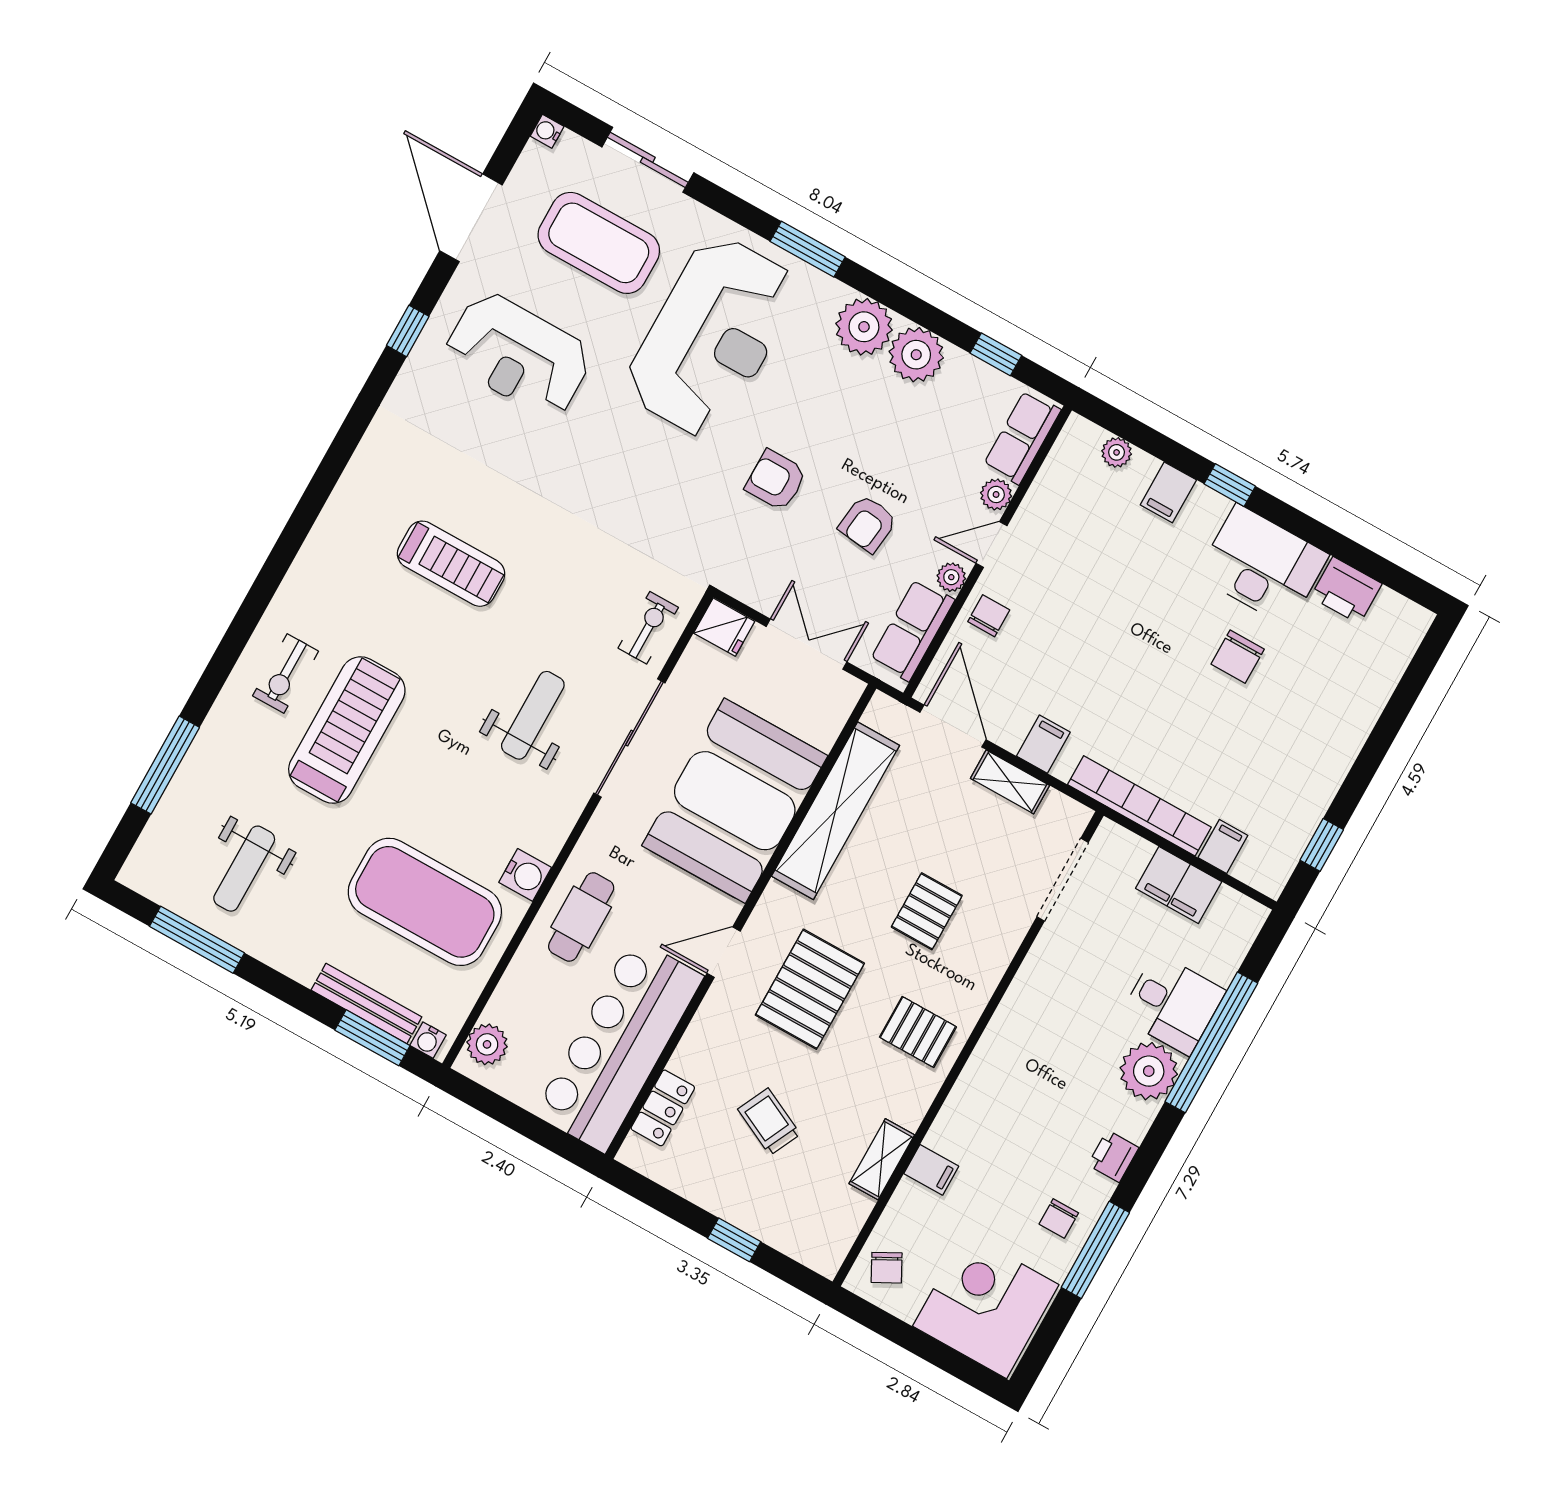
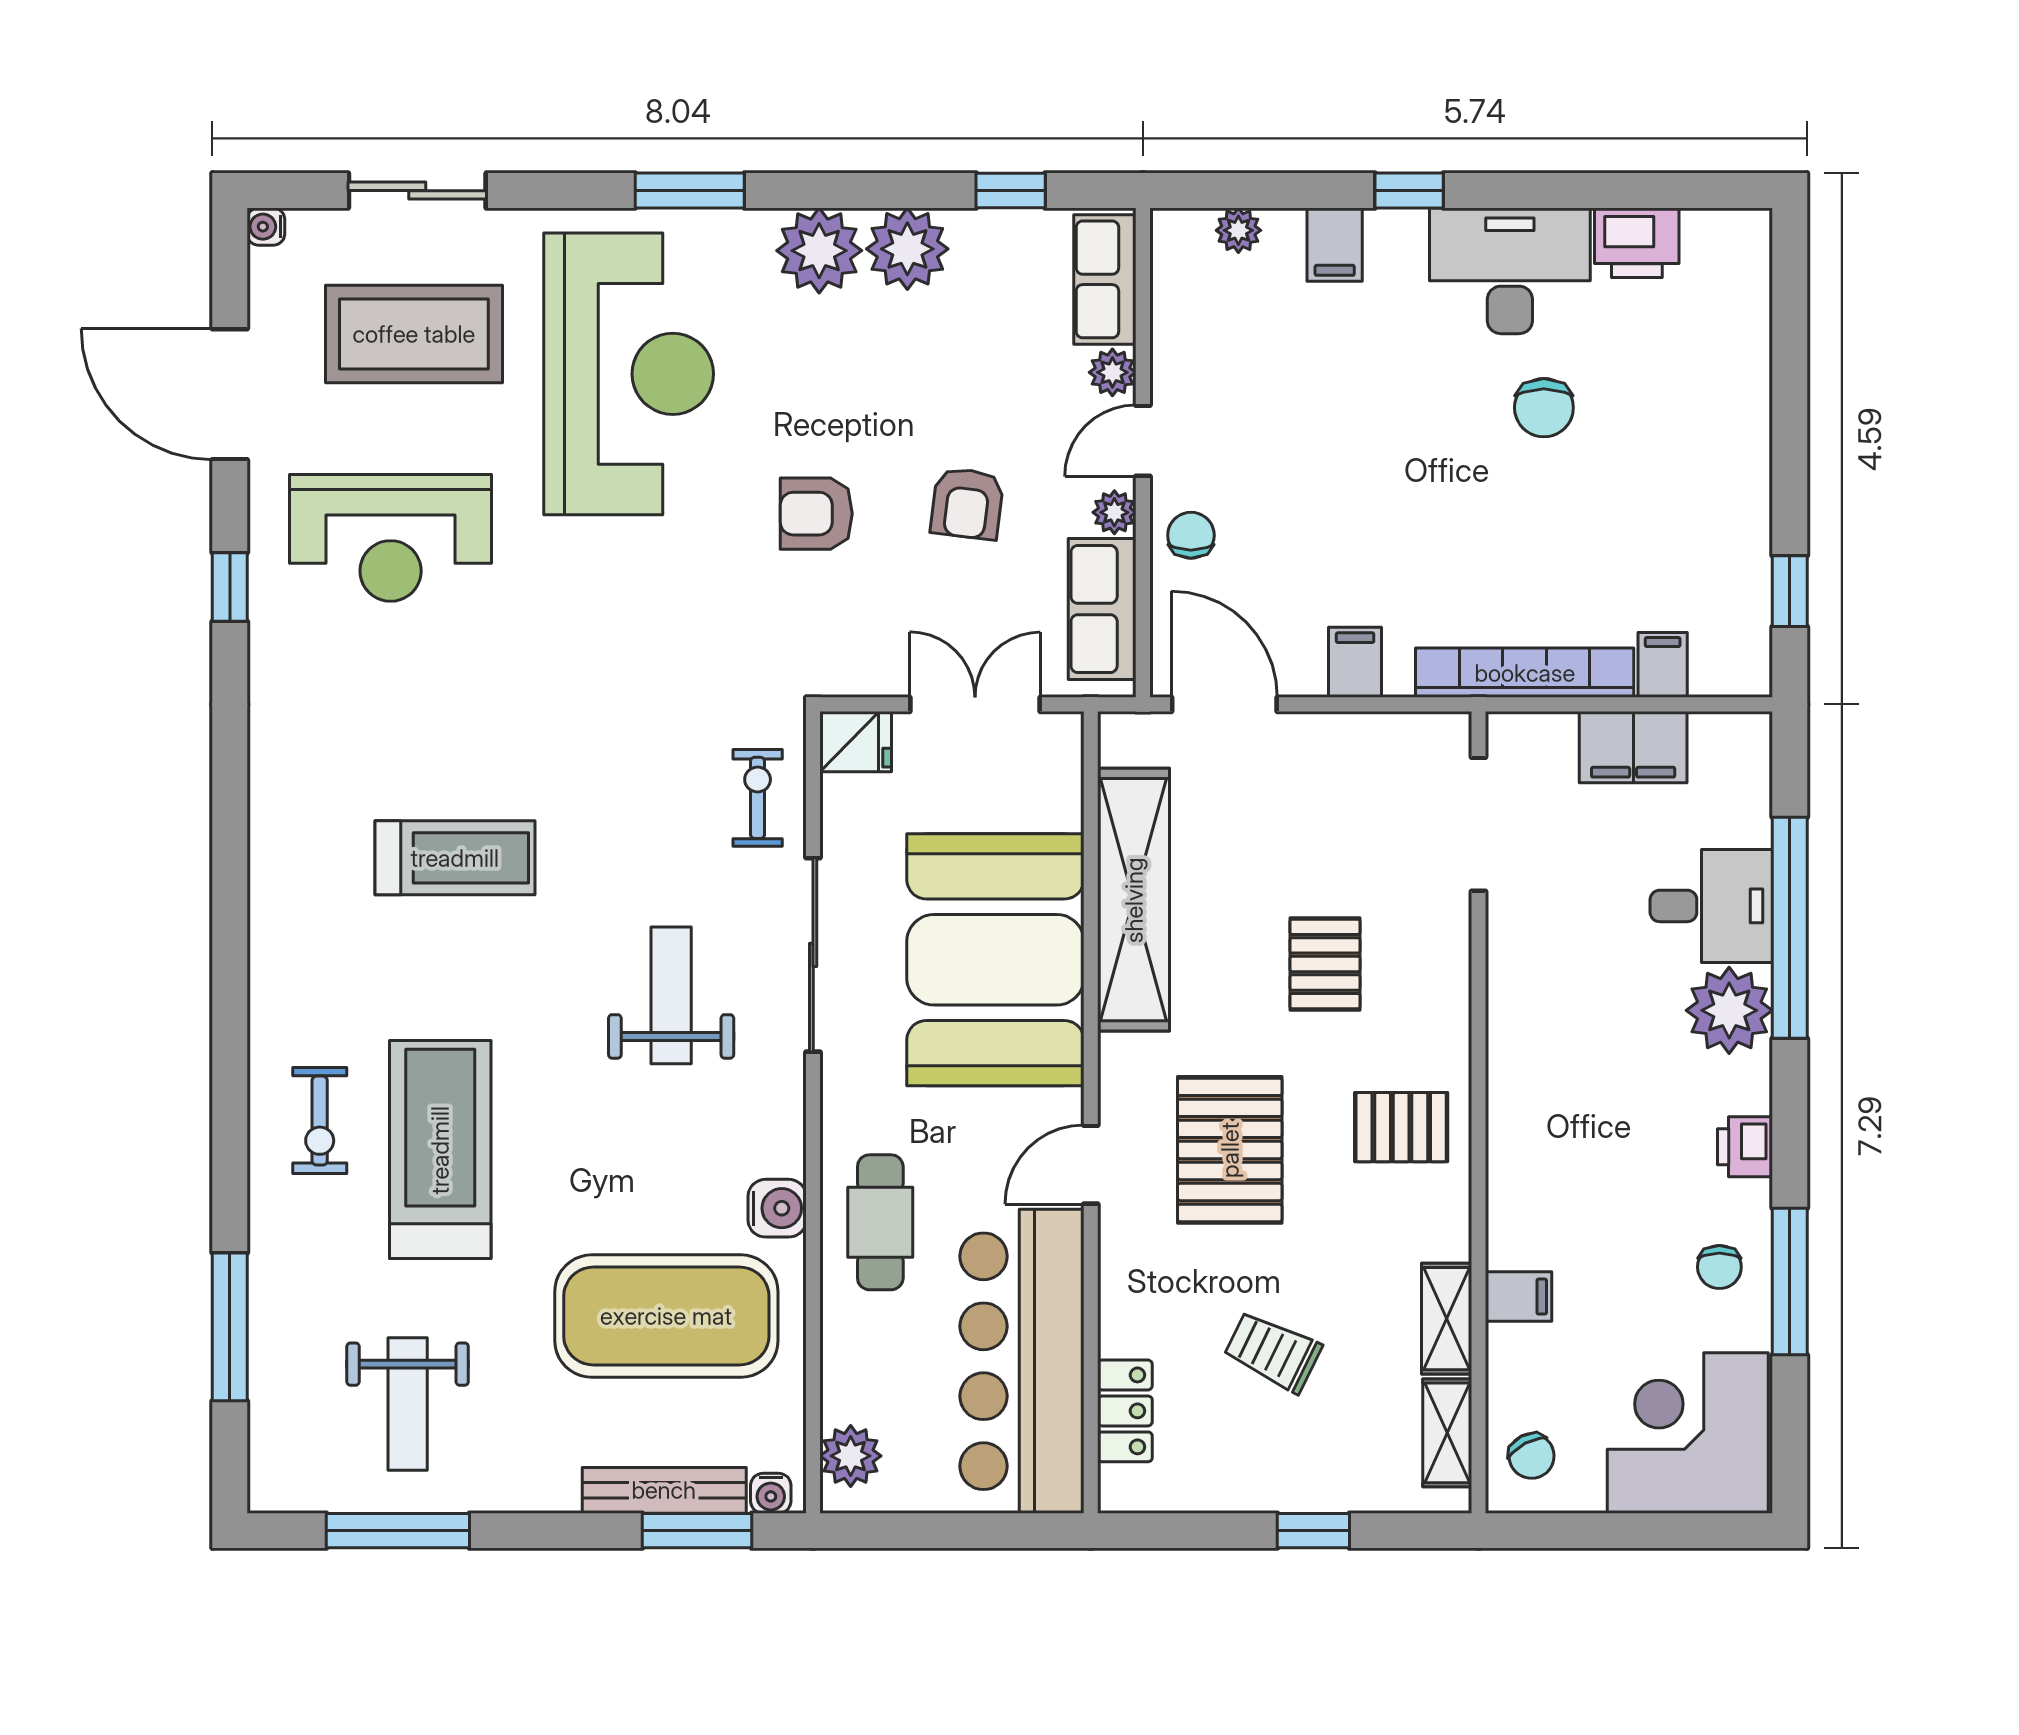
shelving: (1010, 782) -> (1447, 1433), moved, turned 90

